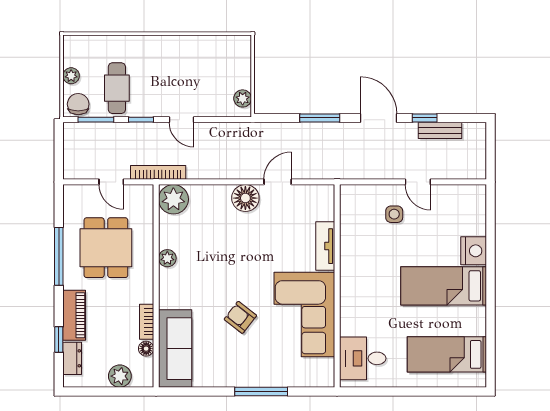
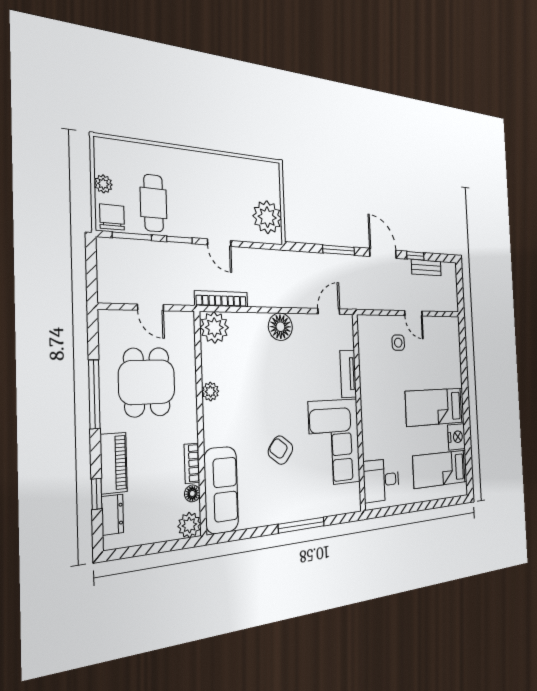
plant: (243, 98) -> (267, 217), width x1.88, depth x1.88
bookcase: (158, 172) -> (221, 299), moved
door: (278, 182) -> (329, 311), moved
nightstand: (474, 251) -> (457, 437), moved
plant: (120, 376) -> (189, 525), moved

